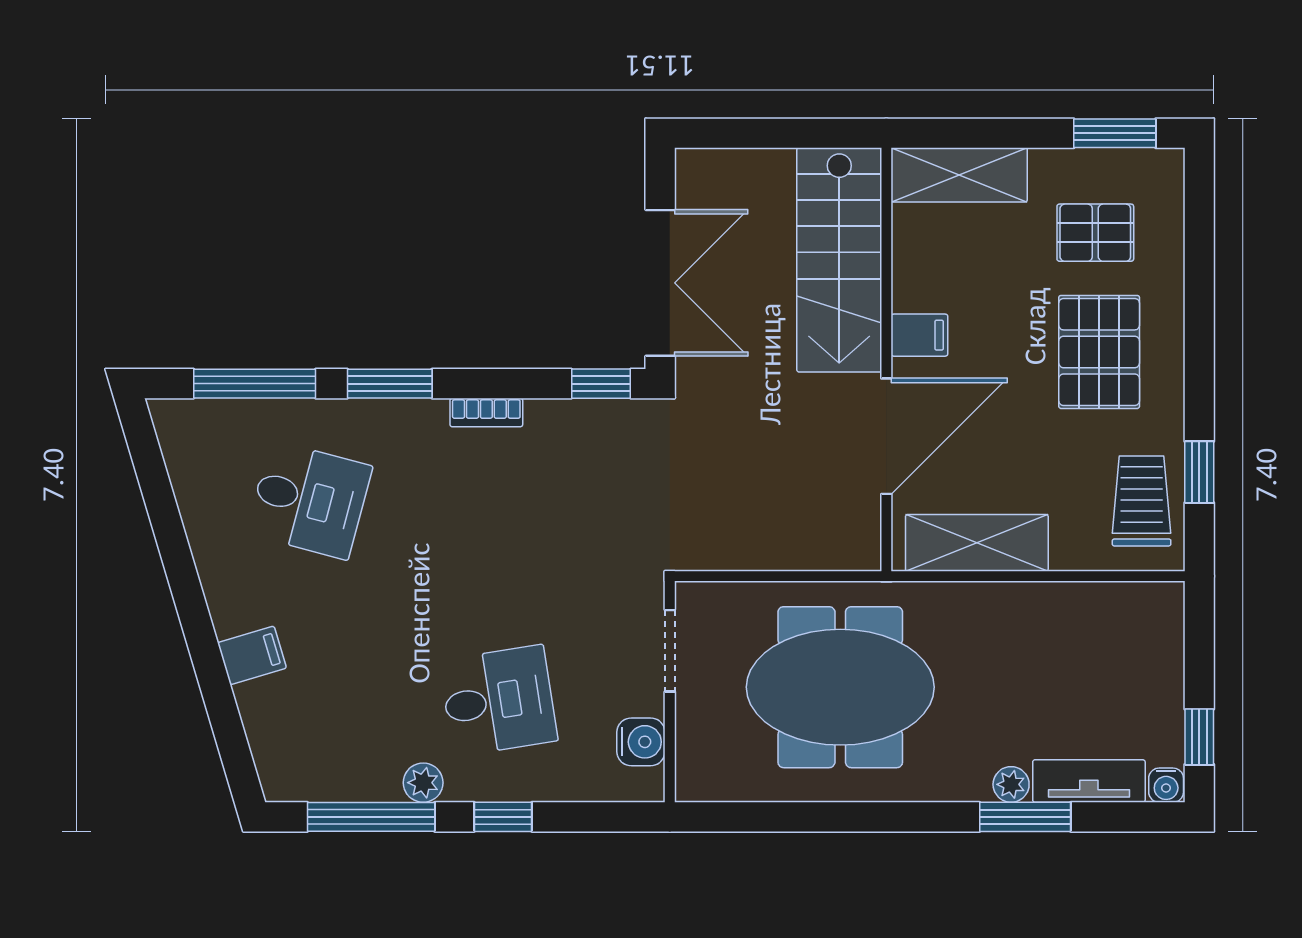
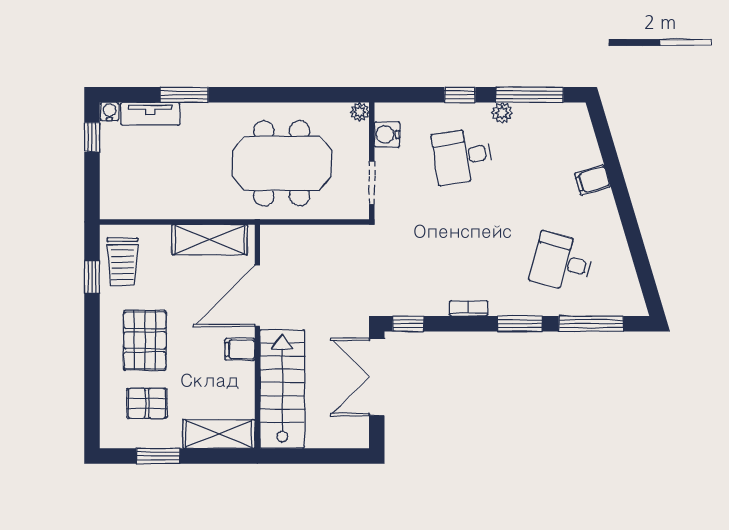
window: (1115, 133) -> (158, 456), moved
plant: (1011, 784) -> (360, 112), moved

